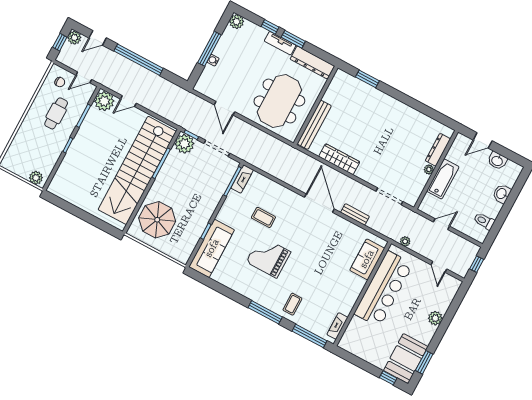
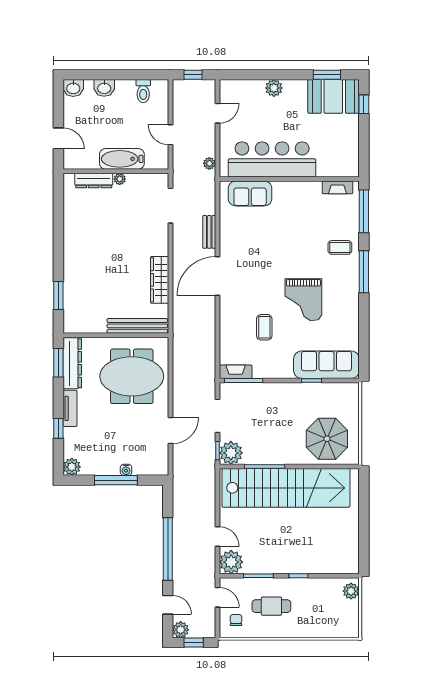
window: (293, 39) -> (58, 363), moved
washbasin: (497, 161) -> (73, 88), moved, turned 90

